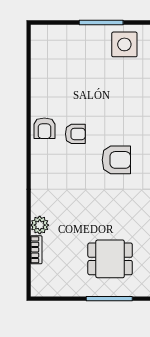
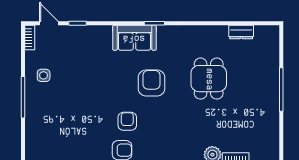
side table: (124, 44) -> (44, 75), width x0.54, depth x0.54
dining table: (110, 259) -> (209, 79), moved

